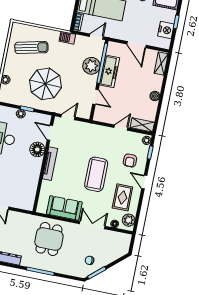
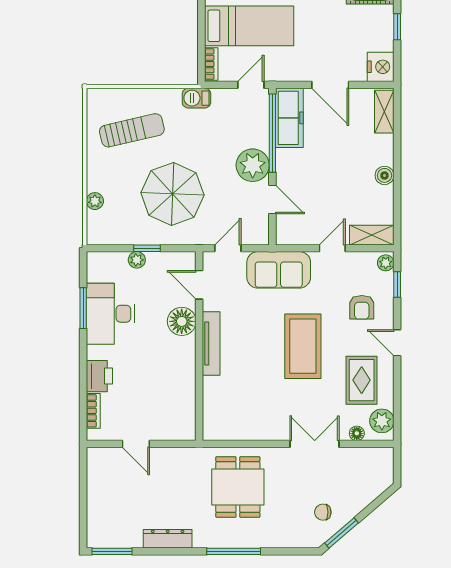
nightstand: (166, 30) -> (381, 67), moved
plant: (91, 66) -> (253, 165), moved
freezer: (110, 71) -> (289, 118), moved
sofa: (64, 208) -> (279, 270), moved, turned 180

